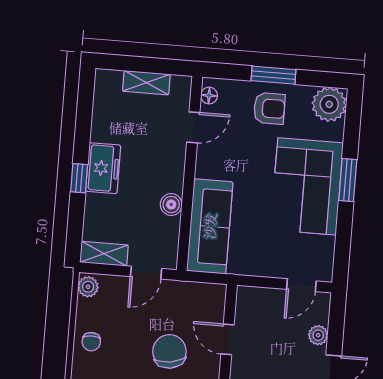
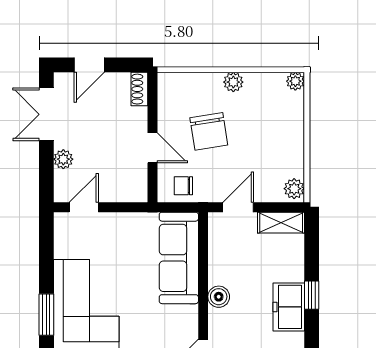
boiler: (171, 205) -> (219, 297), moved
chair: (91, 342) -> (183, 186), moved, turned -90

